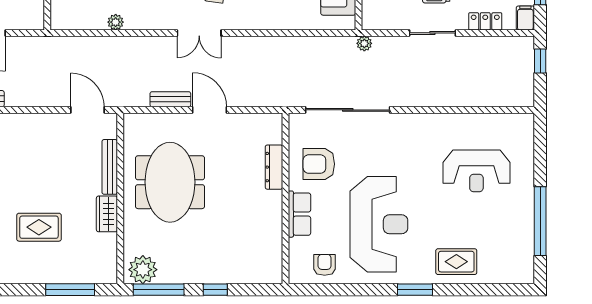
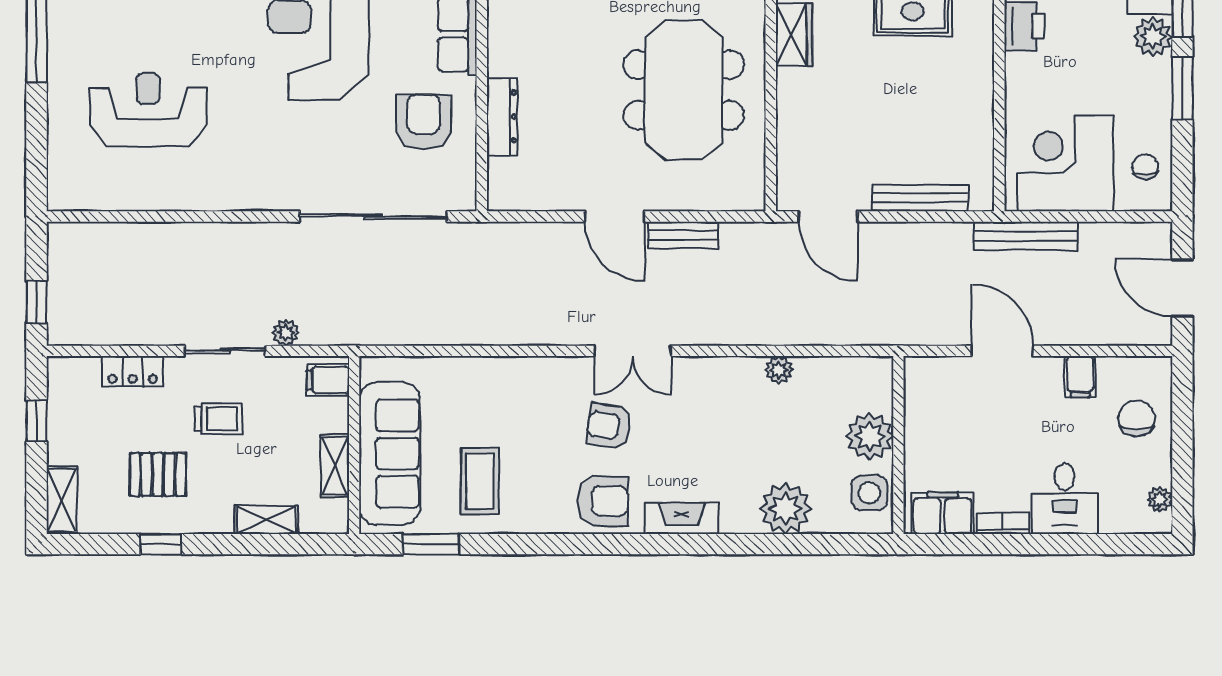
filing cabinet: (525, 18) -> (328, 380), moved, turned 90
double door: (199, 33) -> (633, 351), swing flipped
plant: (364, 43) -> (286, 333), moved
armchair: (319, 164) -> (424, 122), turned -90
bench: (110, 167) -> (920, 198), moved, turned 90

